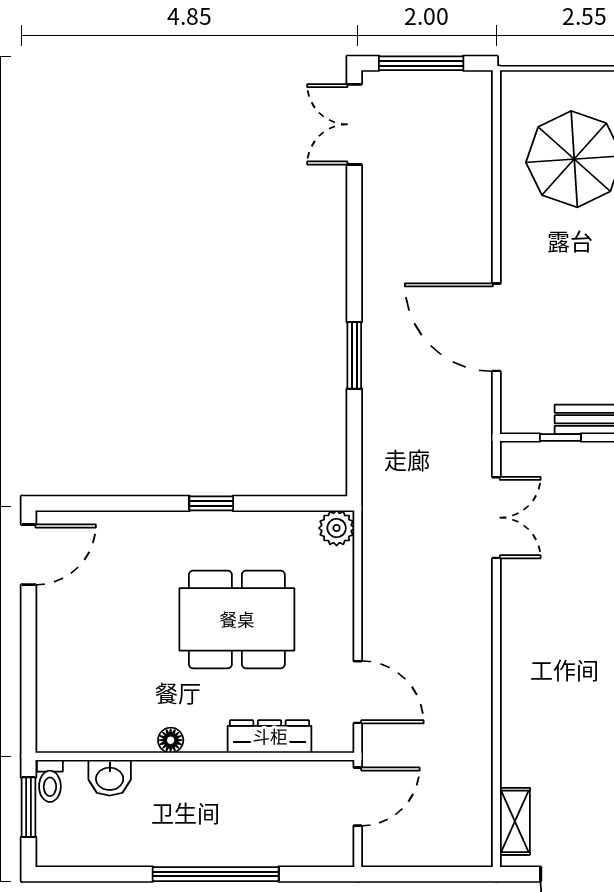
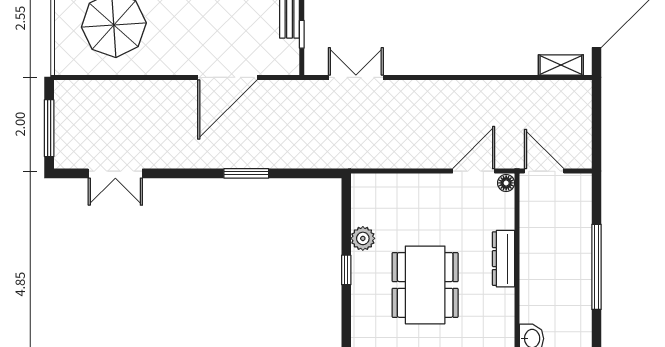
double door: (354, 124) -> (115, 173), moved
plant: (337, 528) -> (363, 238), moved
dining table: (237, 619) -> (425, 285), moved
dresser: (270, 736) -> (504, 259), moved
floor lamp: (171, 740) -> (506, 183), moved

